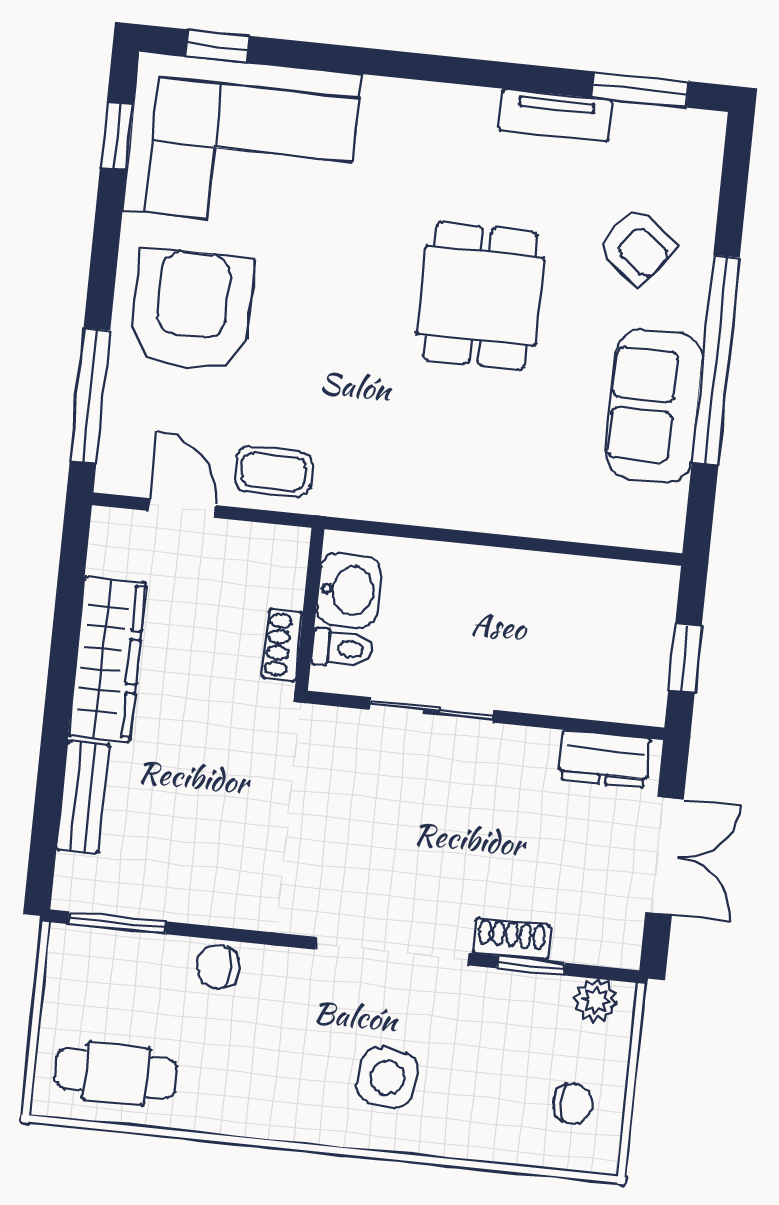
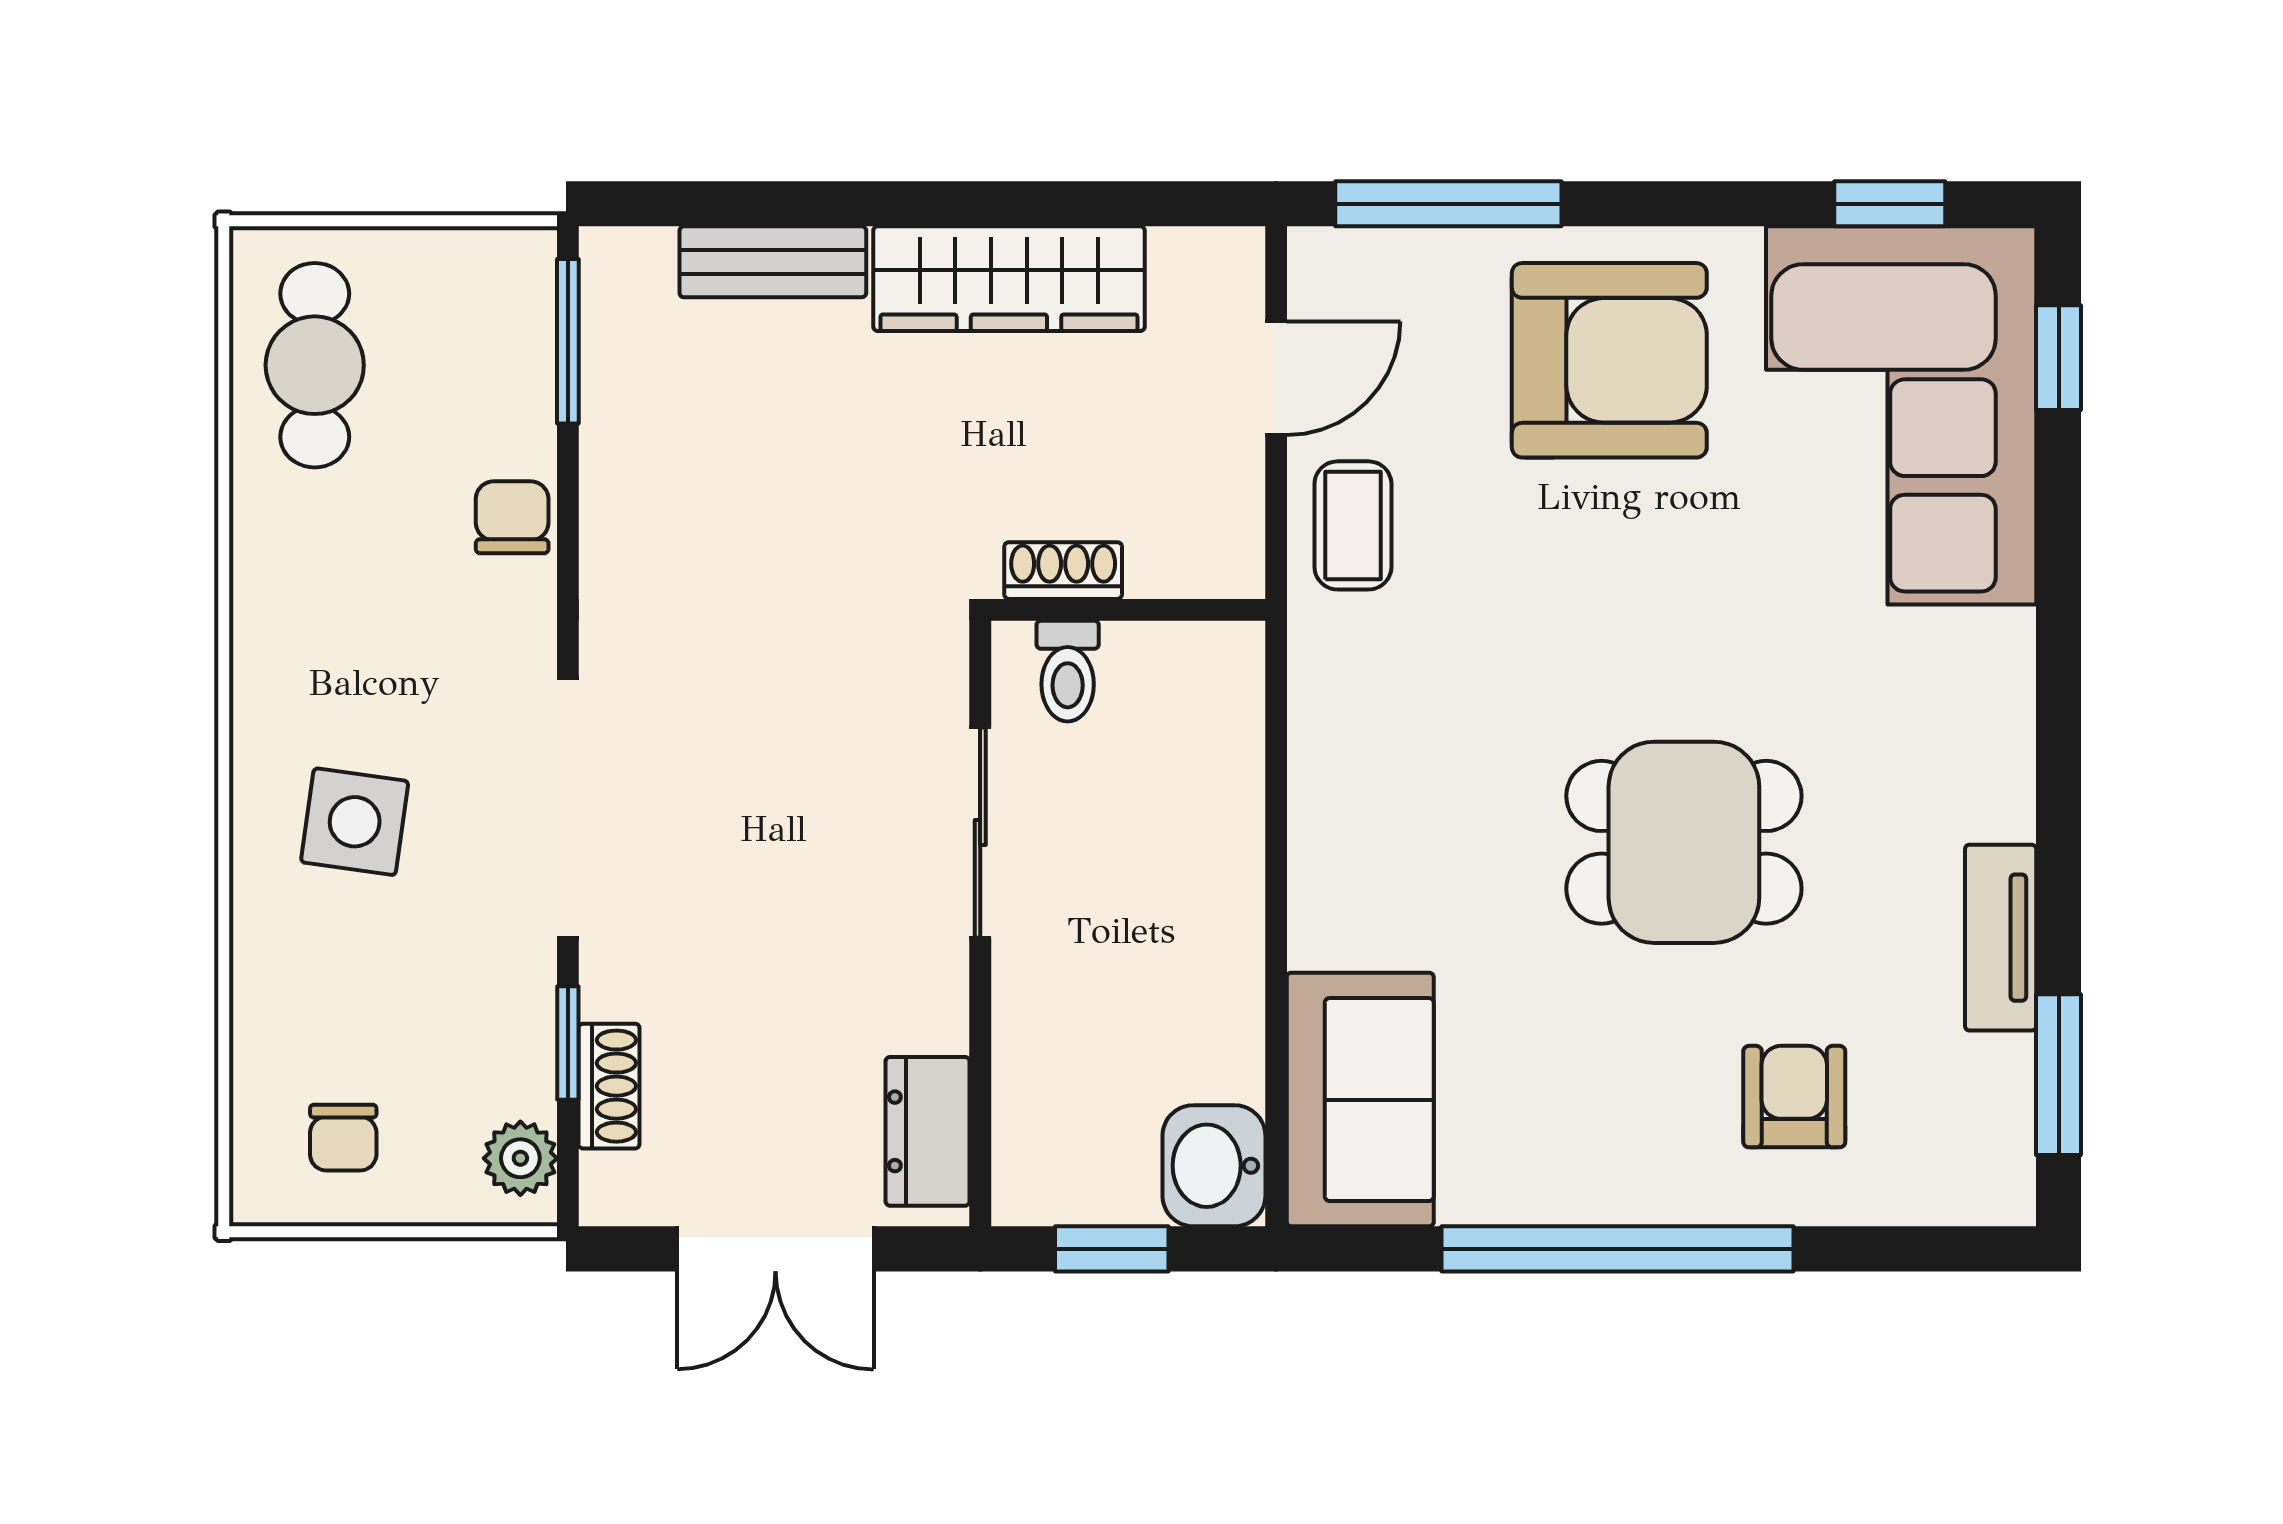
armchair: (637, 246) -> (1794, 1097), turned 142
sofa: (654, 406) -> (1360, 1100), moved, turned 90
washbasin: (349, 590) -> (1214, 1166), moved, turned 90
shoe rack: (512, 939) -> (609, 1086), moved

